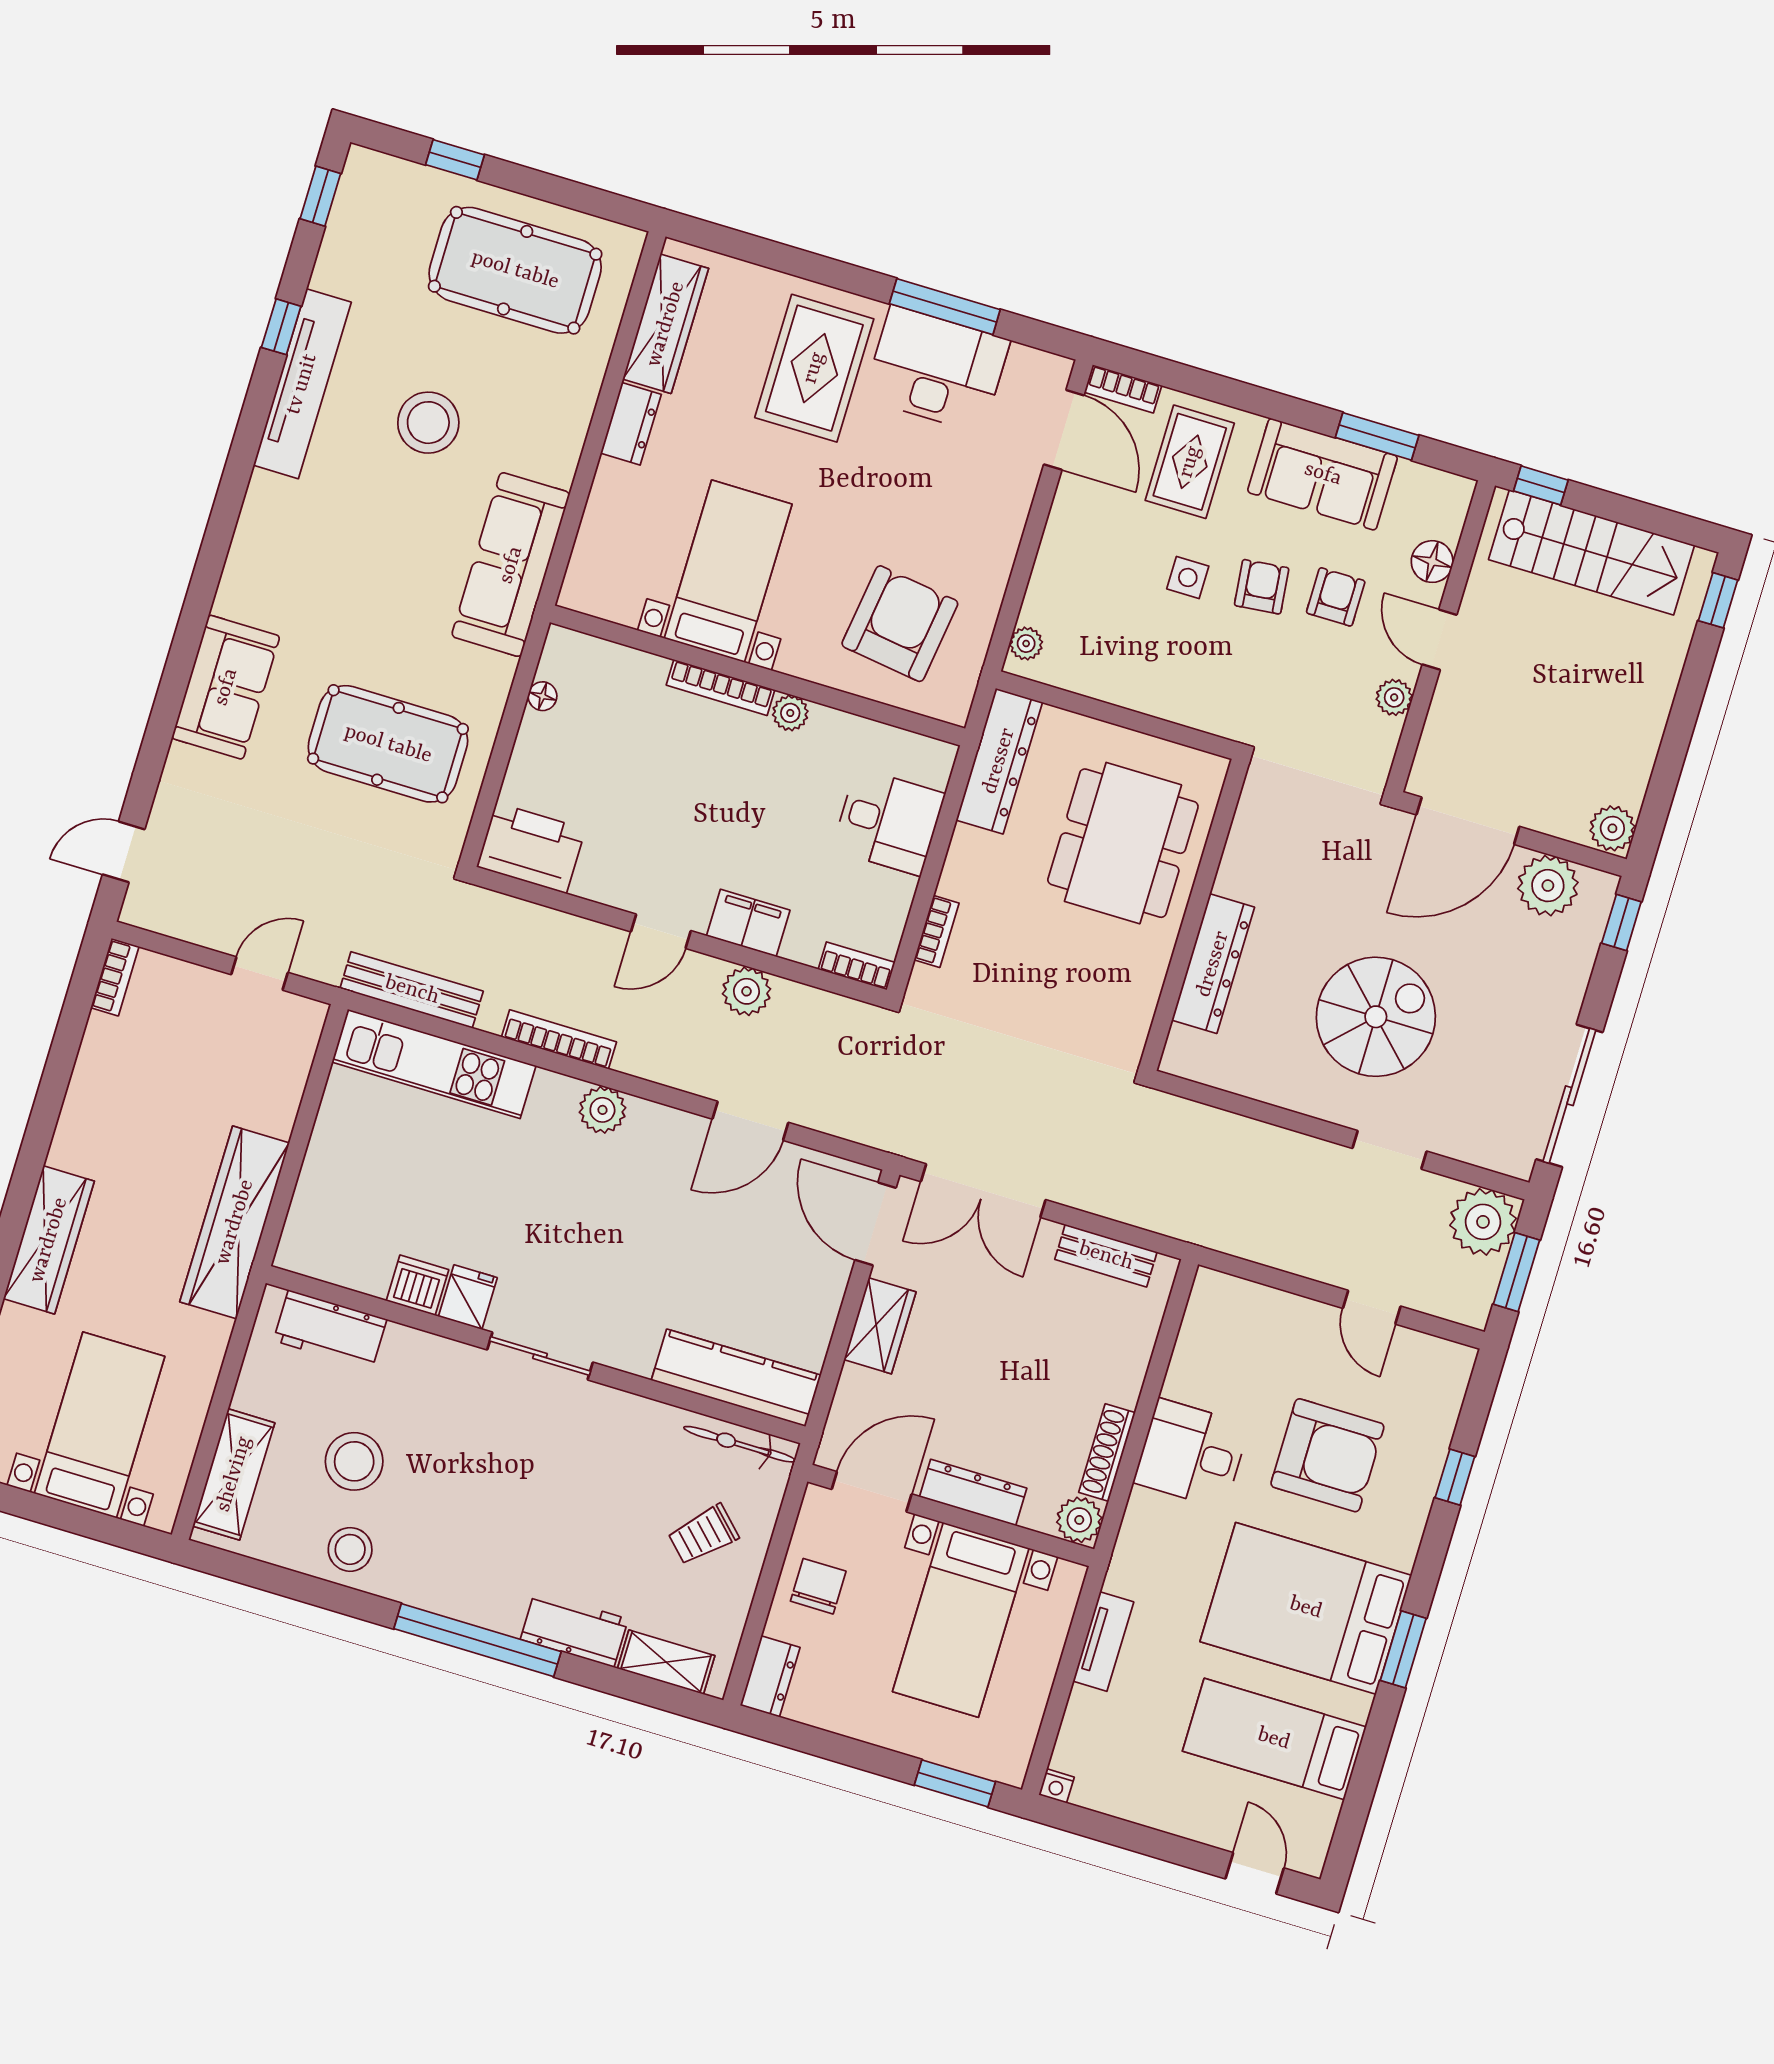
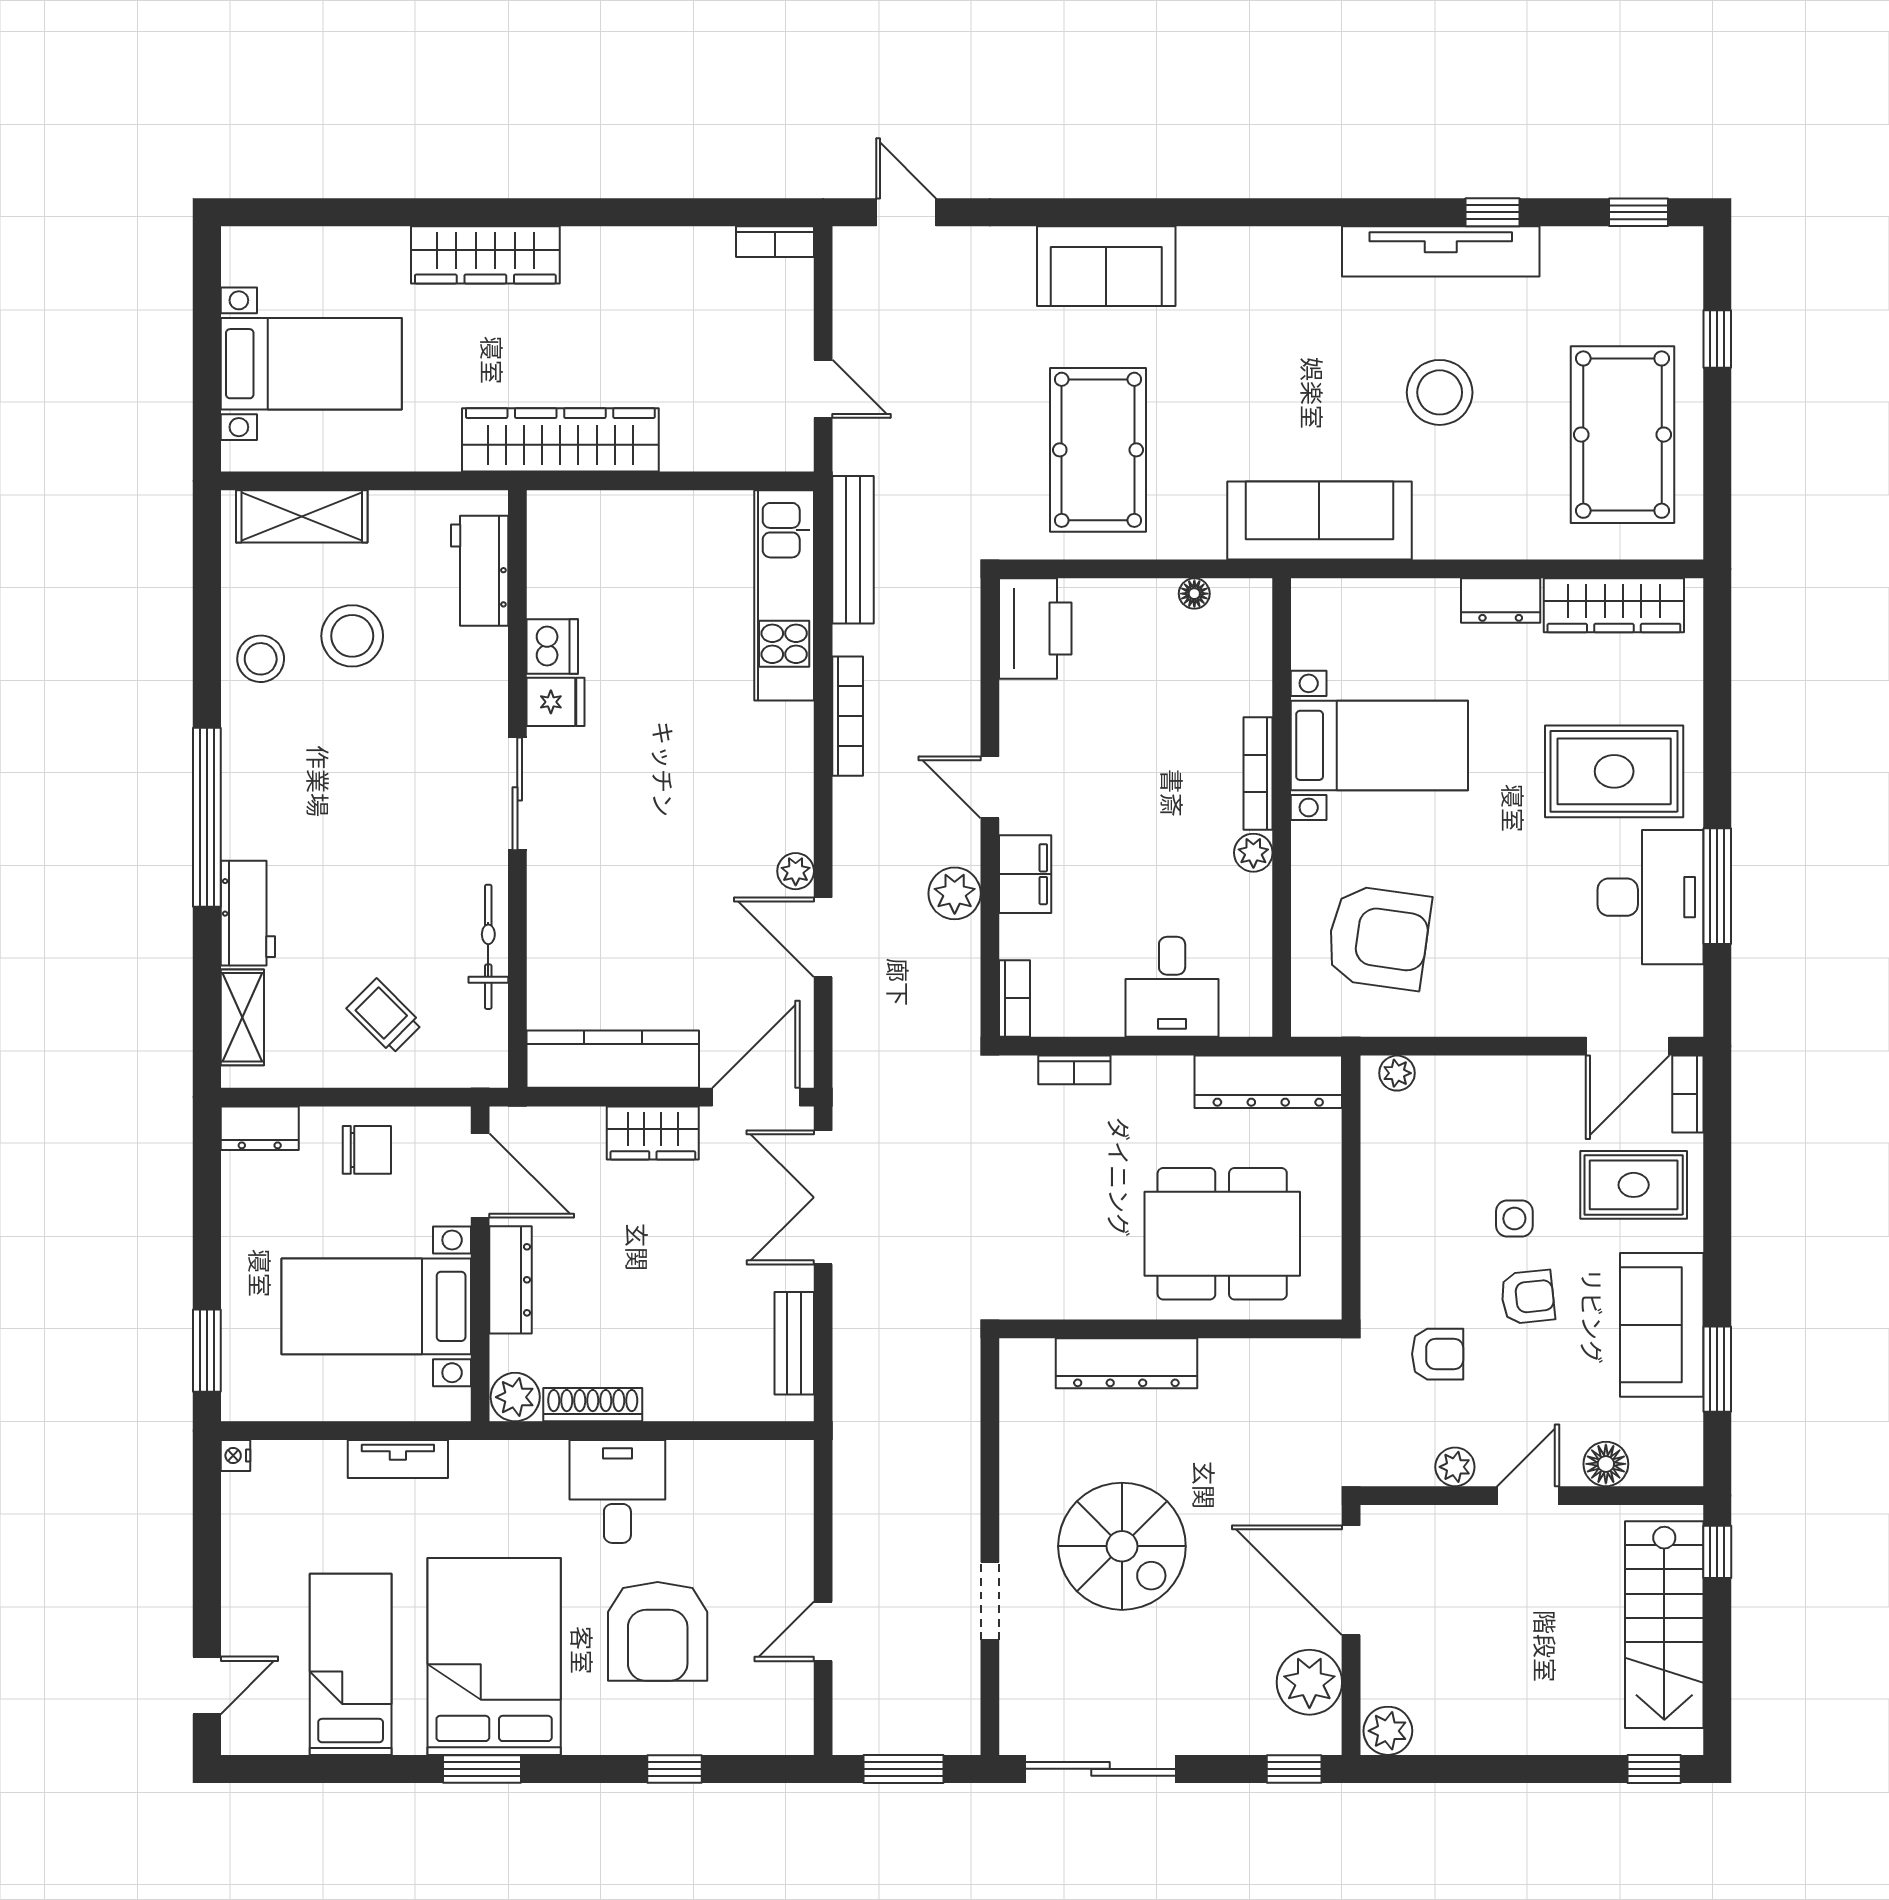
armchair: (1336, 597) -> (1438, 1354), moved
plant: (602, 1110) -> (796, 871), moved, width x0.73, depth x0.73
plant: (1483, 1222) -> (945, 1719), removed
kitchen counter: (736, 1378) -> (613, 1059), moved, turned -90
bicycle: (740, 1444) -> (488, 947), moved

